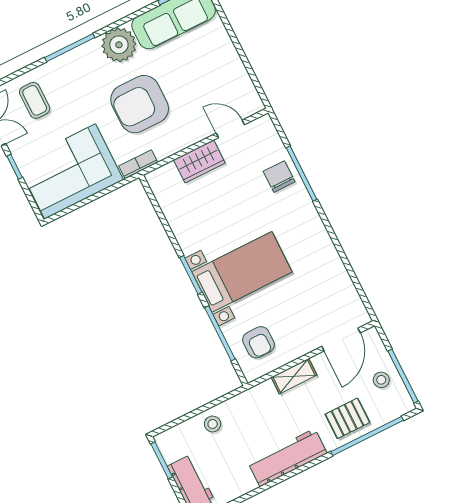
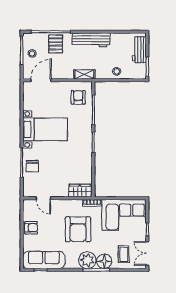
plant: (119, 45) -> (87, 260), moved
armchair: (226, 64) -> (31, 228), added
floor lamp: (63, 70) -> (104, 261), added
armchair: (140, 104) -> (78, 229), turned 90
wardrobe: (199, 161) -> (80, 191), moved
bed with nightstands: (242, 272) -> (45, 129), moved, turned 180
shelving: (294, 376) -> (84, 74), moved
pallet: (347, 418) -> (56, 44), turned 90

